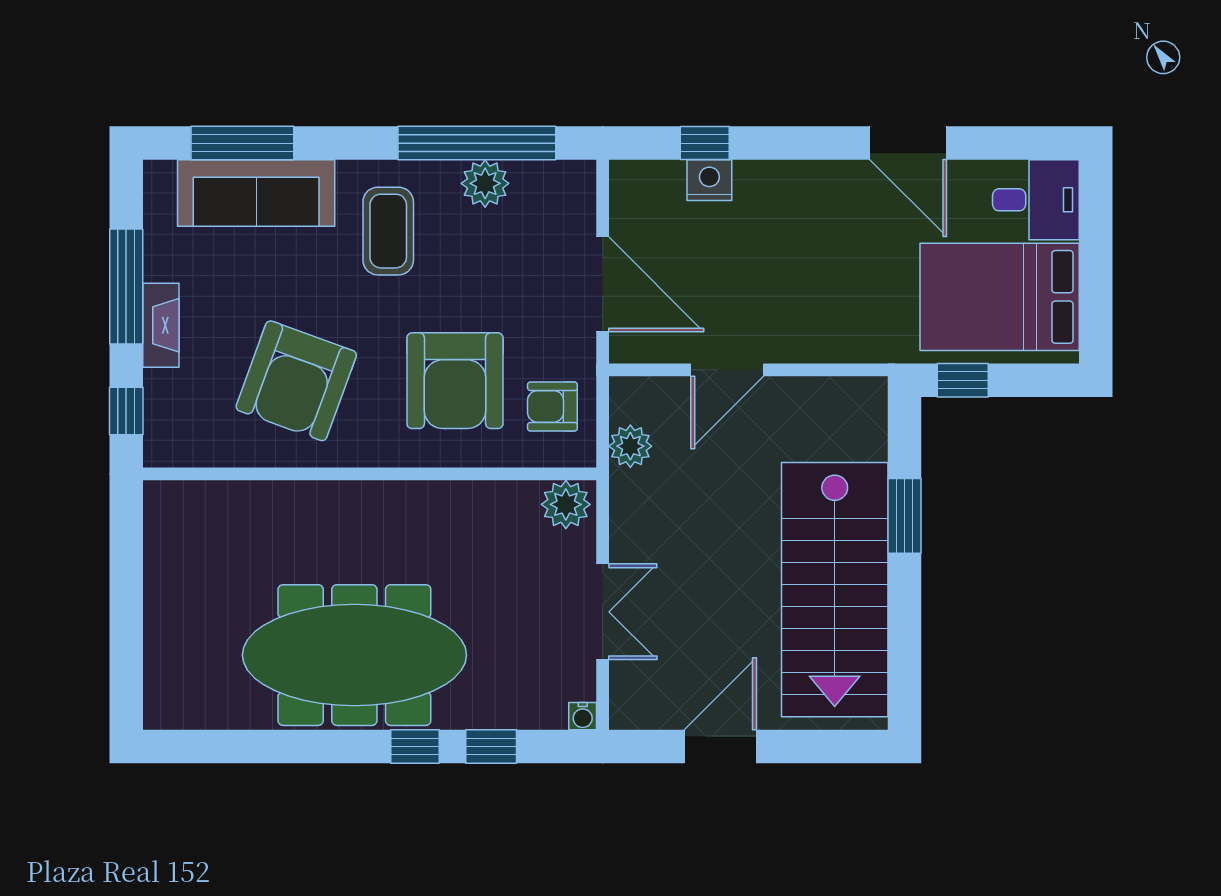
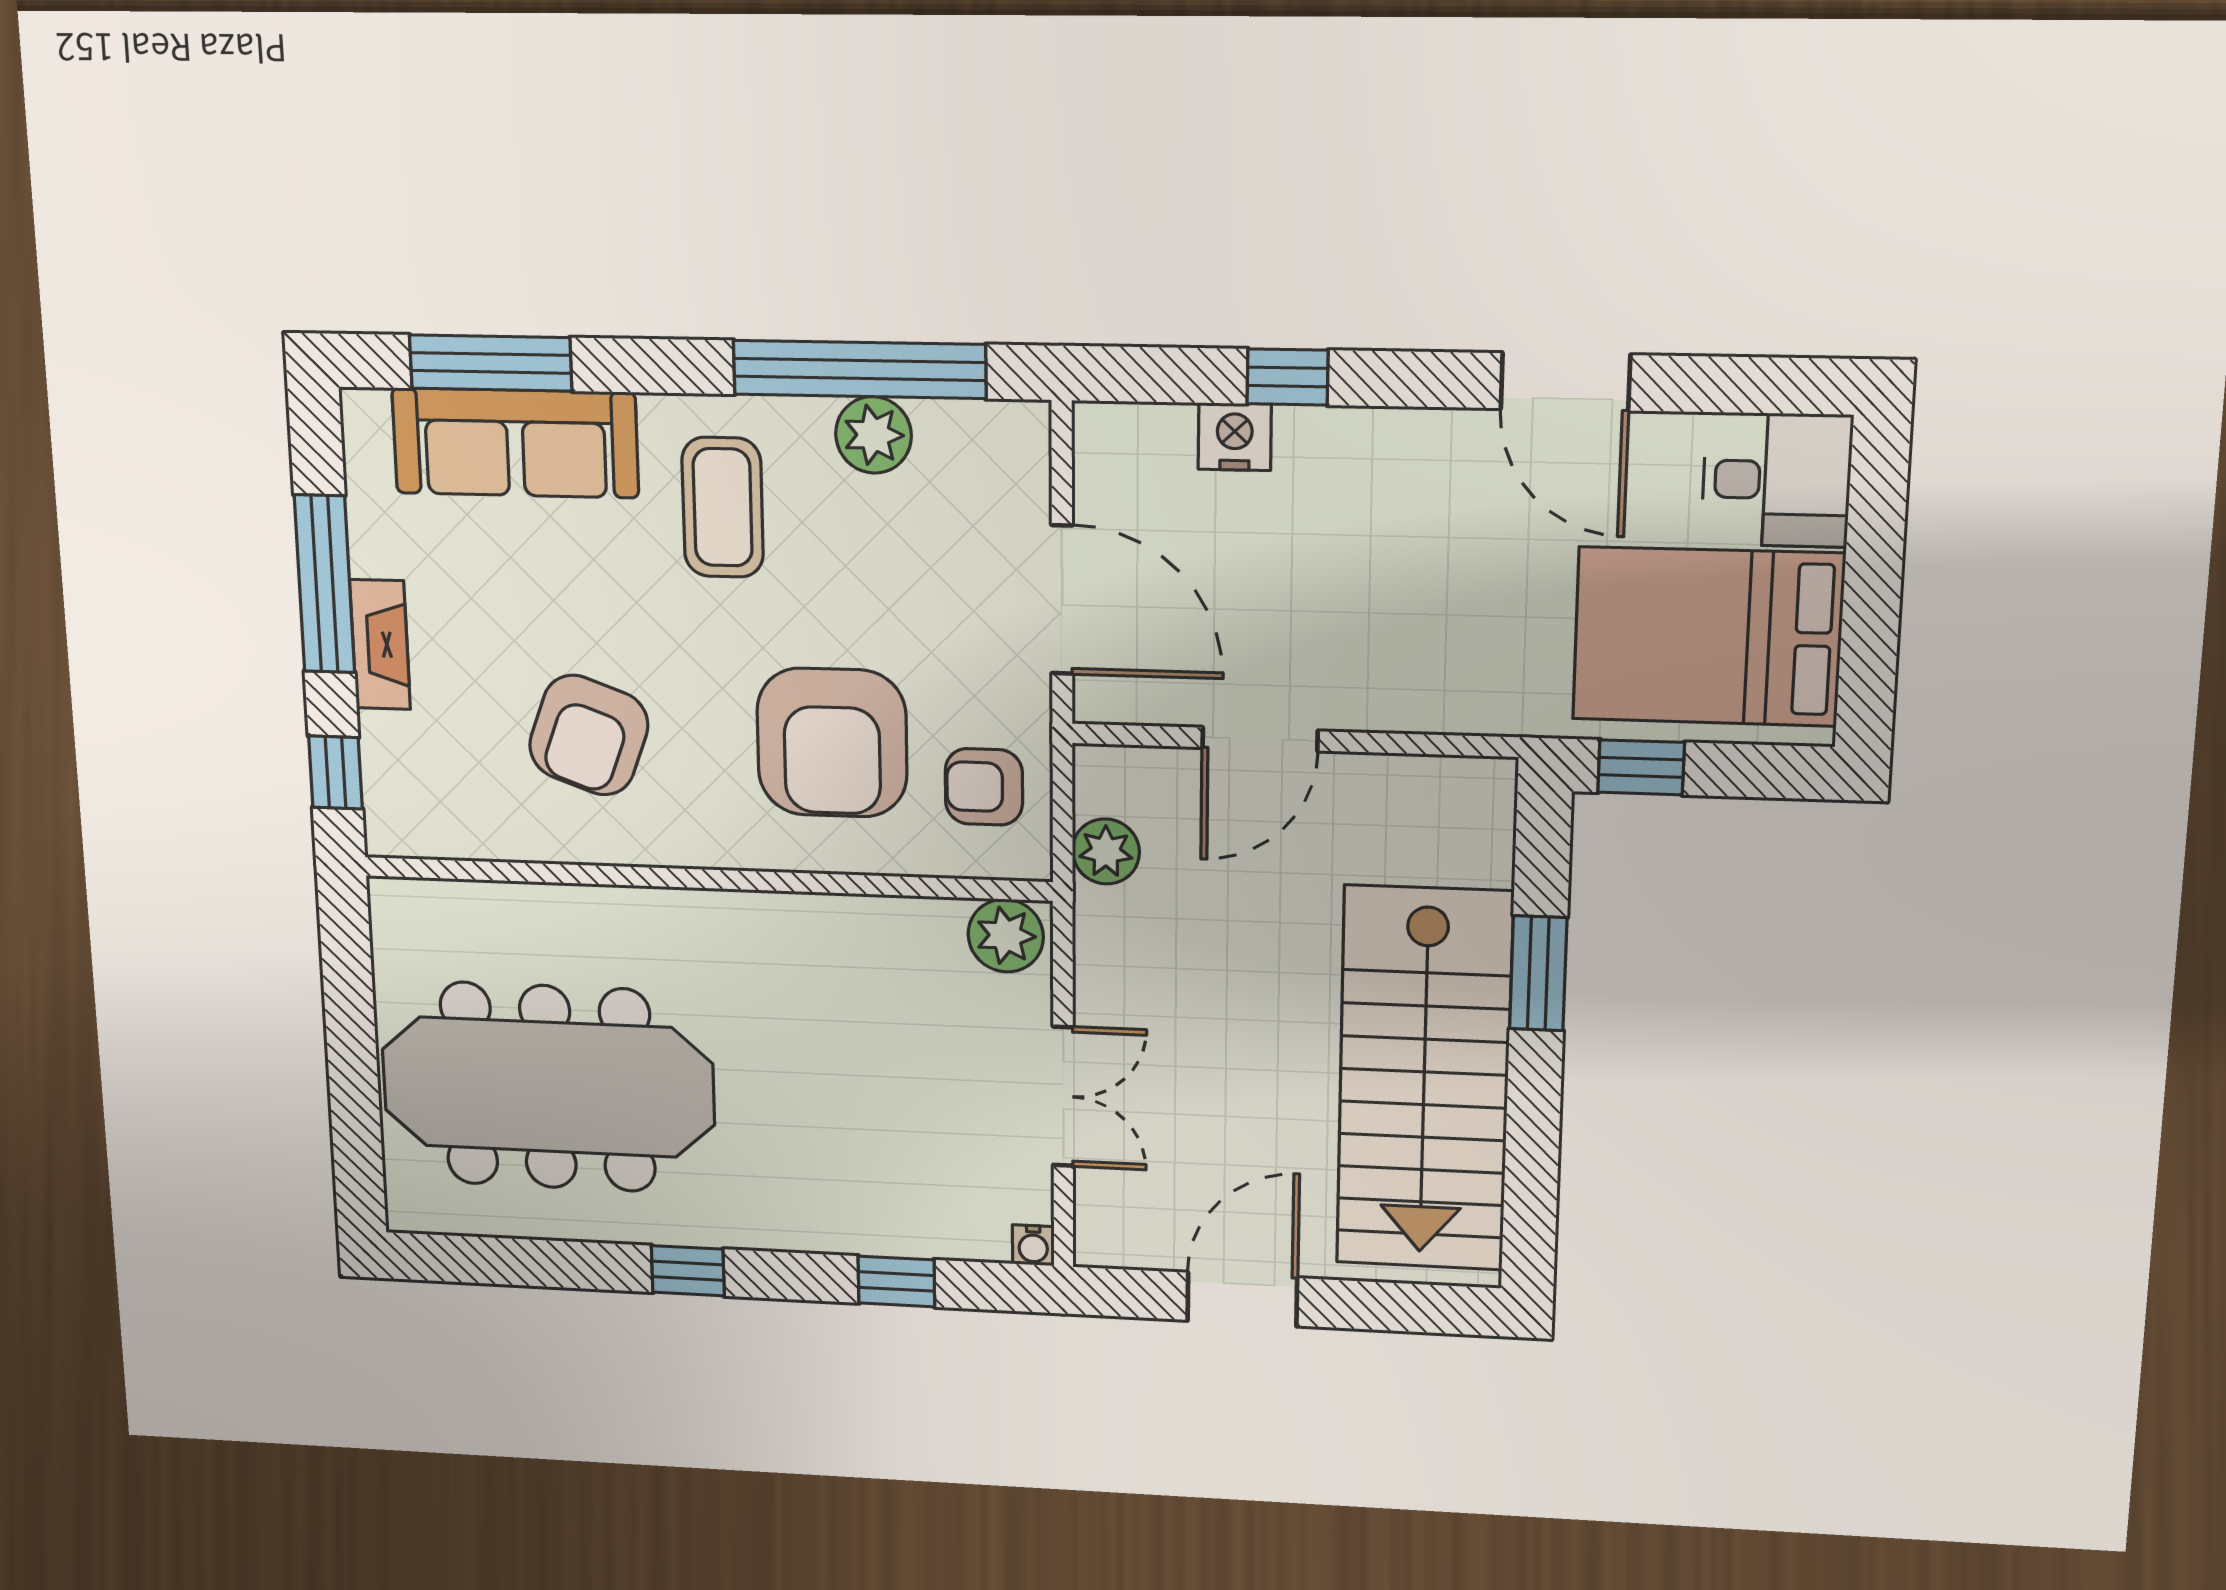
window: (705, 143) -> (1288, 377), moved
armchair: (296, 381) -> (589, 735), width x0.73, depth x0.73
meeting table: (354, 655) -> (548, 1087), moved
window: (415, 746) -> (688, 1271), moved

